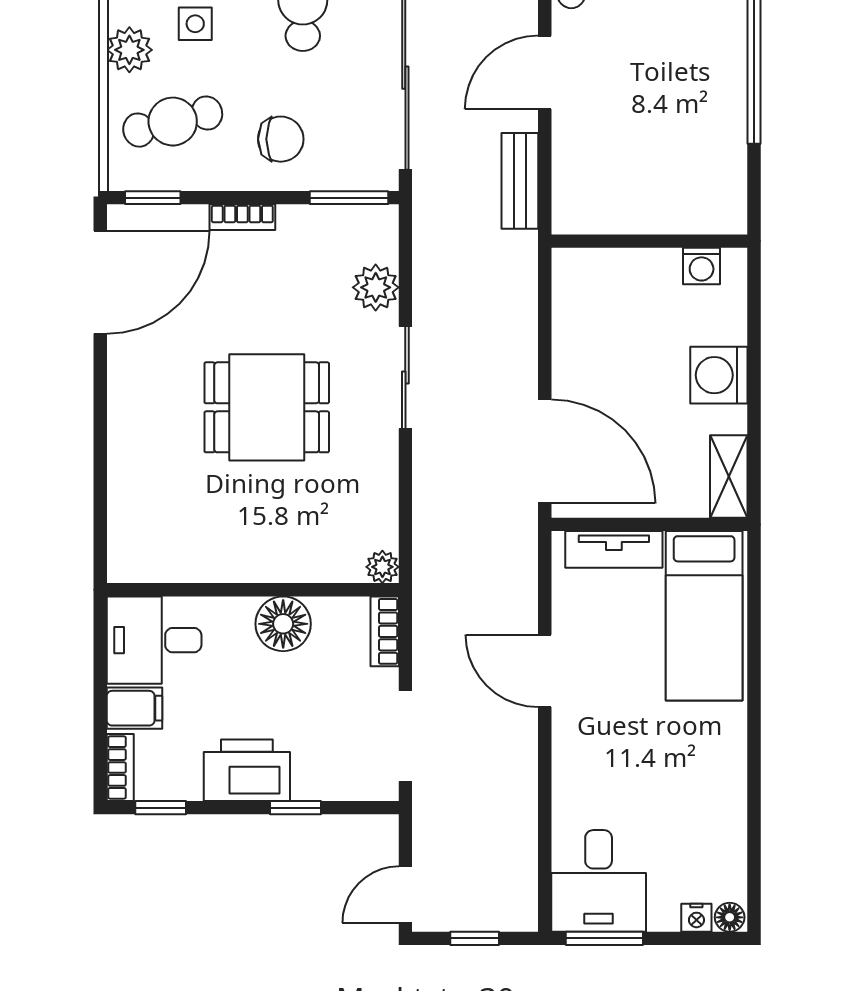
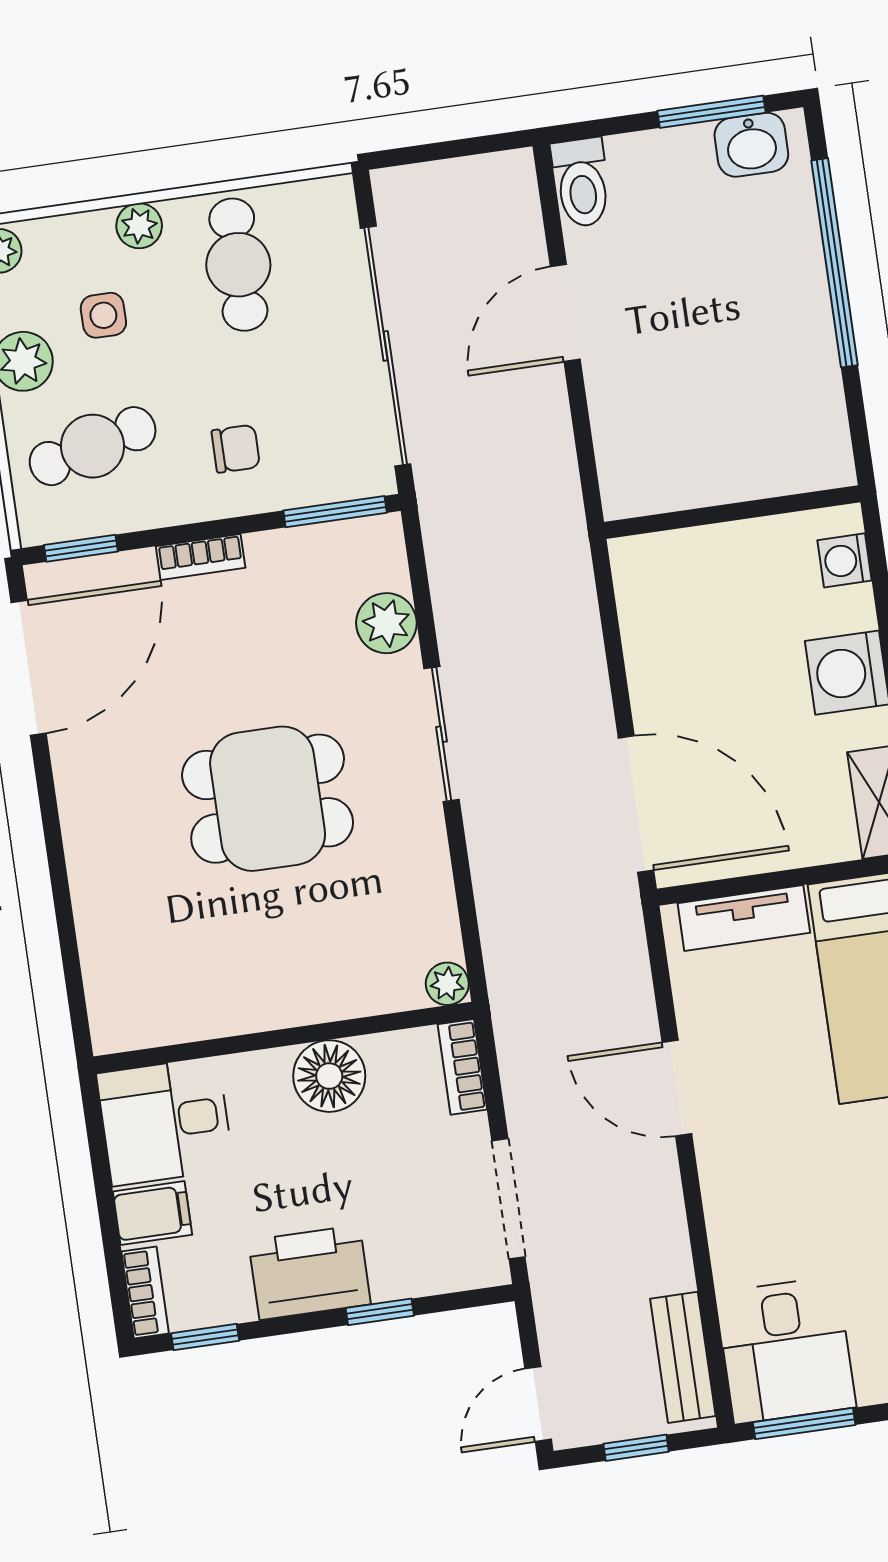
chair: (281, 139) -> (236, 449), width x0.73, depth x0.73
bench: (520, 181) -> (683, 1357), moved
washing machine: (702, 266) -> (845, 560), moved, turned 90

